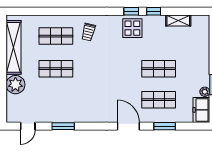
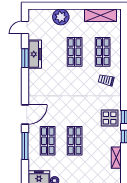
shelving: (14, 47) -> (100, 15), width x0.68
freezer: (58, 115) -> (35, 54), added
door: (28, 126) -> (25, 28), hinge flipped
window: (165, 126) -> (25, 146), width x1.44

